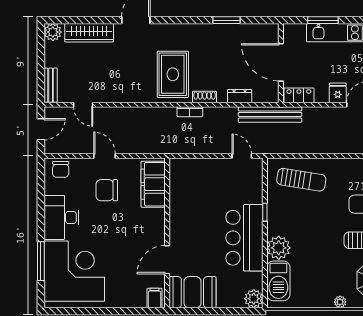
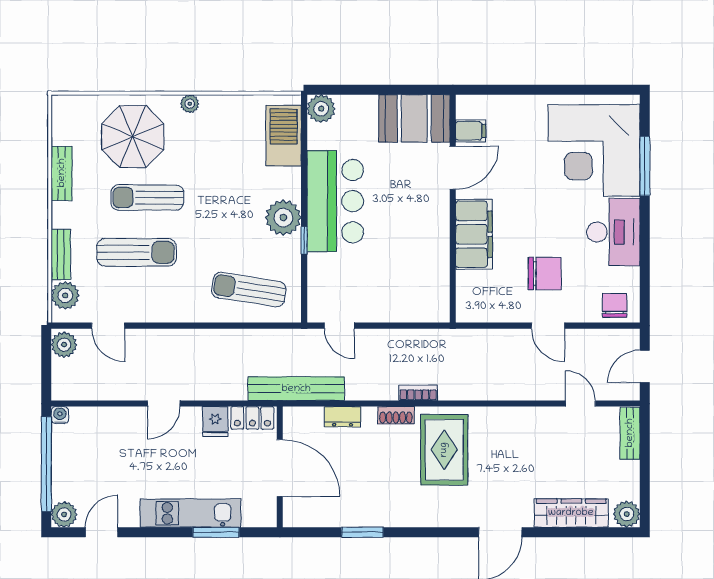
fridge: (338, 93) -> (215, 422), moved
filing cabinet: (153, 184) -> (474, 234), moved
plant: (279, 248) -> (283, 218), moved
filing cabinet: (155, 298) -> (471, 131), moved, turned -90

